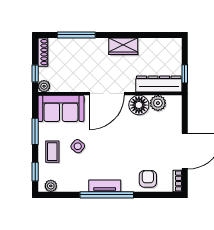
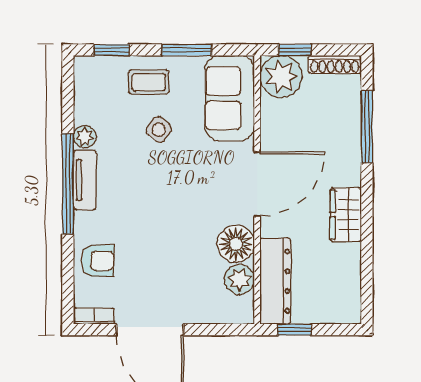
plant: (44, 86) -> (281, 76), width x1.88, depth x1.88
door: (107, 94) -> (257, 184), swing flipped
plant: (51, 186) -> (85, 137), moved

